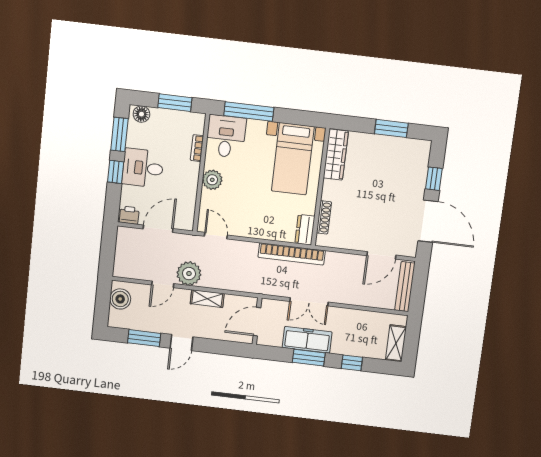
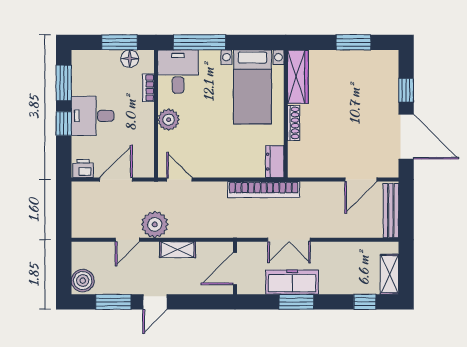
floor lamp: (141, 114) -> (130, 59), moved
shoe rack: (324, 217) -> (294, 123), moved
boiler: (120, 299) -> (83, 281), moved
window: (352, 363) -> (365, 302), moved

